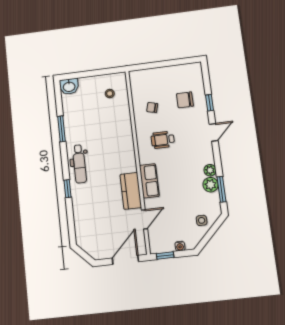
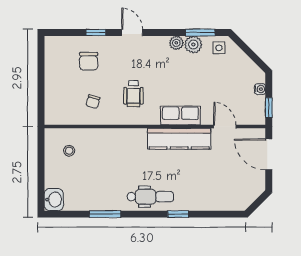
kitchen counter: (131, 191) -> (179, 139), width x1.50
side table: (202, 220) -> (219, 48), moved

